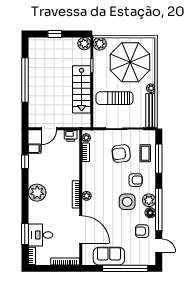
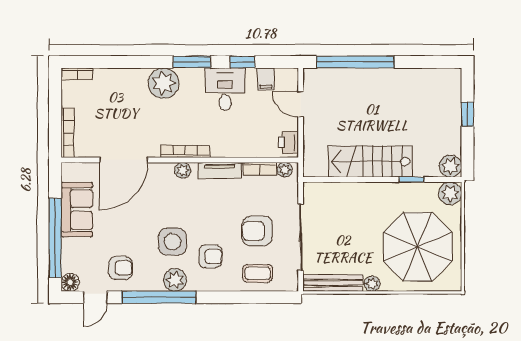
window: (25, 80) -> (355, 62), moved
sun lounger: (115, 98) -> (354, 219), removed
armchair: (121, 154) -> (257, 231), turned -84
window: (159, 159) -> (248, 297), removed
tv unit: (87, 175) -> (220, 171), added
armchair: (136, 180) -> (210, 256), turned -90
plant: (37, 193) -> (163, 83), moved
floor lamp: (150, 213) -> (70, 282), moved
armchair: (142, 231) -> (121, 268), turned 90
window: (25, 234) -> (192, 62), moved
desk: (40, 235) -> (225, 89), moved

